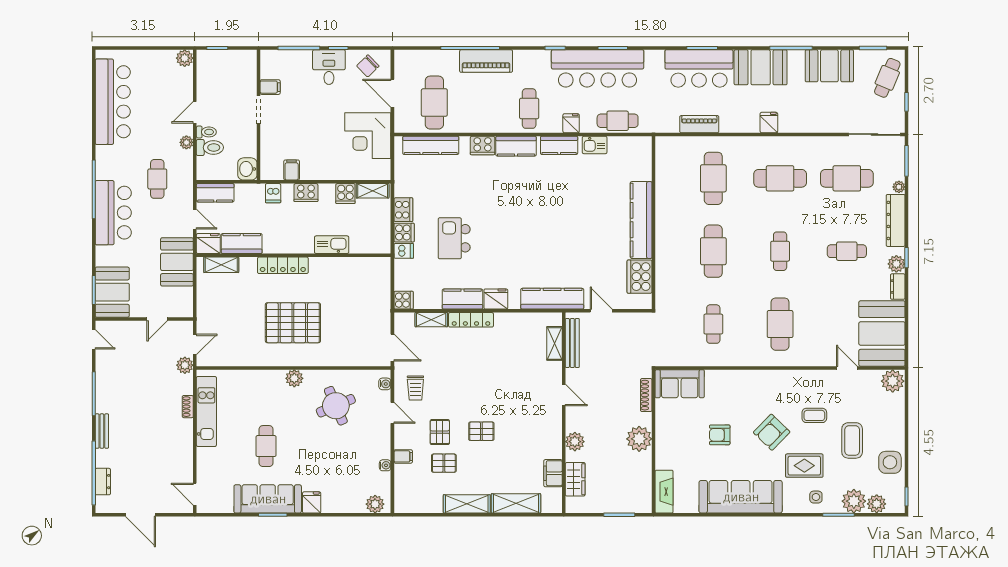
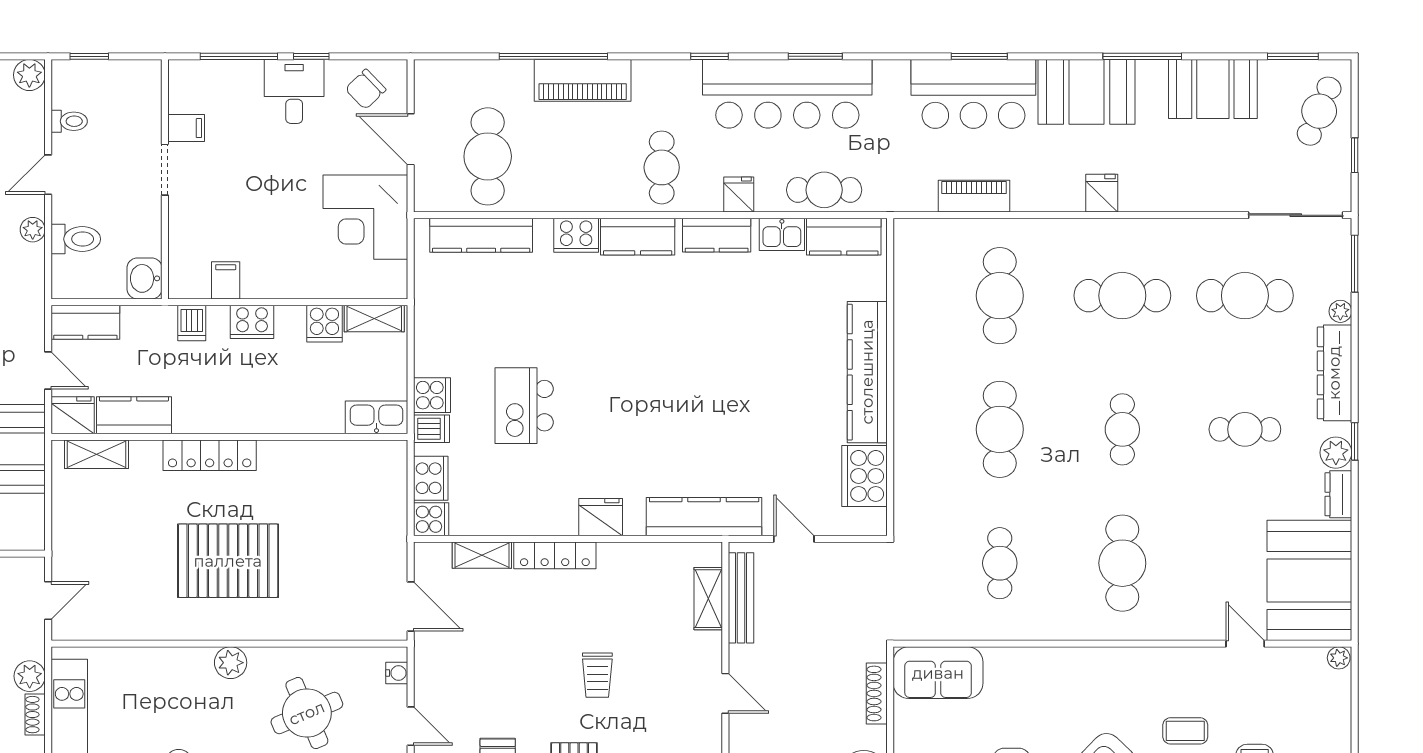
toilet: (206, 132) -> (69, 121), moved
cooker: (403, 210) -> (431, 478), moved
kitchen sink: (332, 245) -> (376, 417), moved
kitchen counter: (462, 299) -> (844, 237), moved, turned 180
plant: (185, 365) -> (30, 676), moved
plant: (893, 381) -> (1339, 658), width x0.53, depth x0.53
trolley: (415, 388) -> (597, 675), moved

